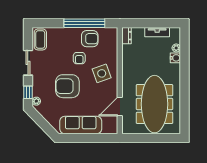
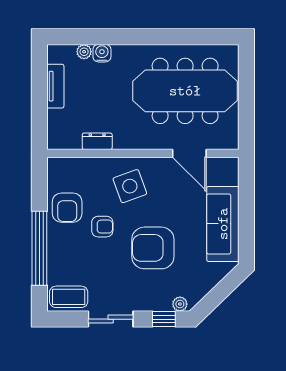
window: (84, 23) -> (39, 248), moved
dresser: (127, 36) -> (97, 141), moved
armchair: (90, 39) -> (67, 208), turned 180
armchair: (67, 86) -> (153, 248), turned 90

